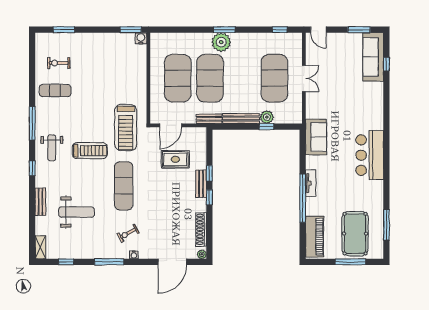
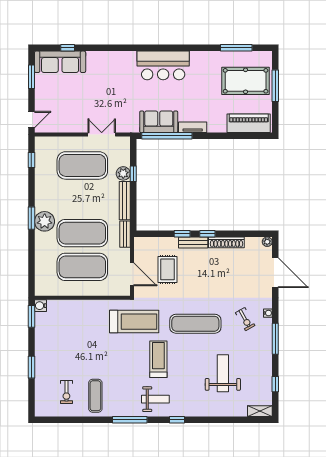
window: (64, 30) -> (31, 367), moved
double door: (304, 78) -> (102, 135), moved
sofa: (316, 137) -> (159, 122), moved
window: (303, 198) -> (167, 136), moved
bench: (40, 202) -> (212, 411), removed
shoe rack: (201, 229) -> (226, 242), moved

